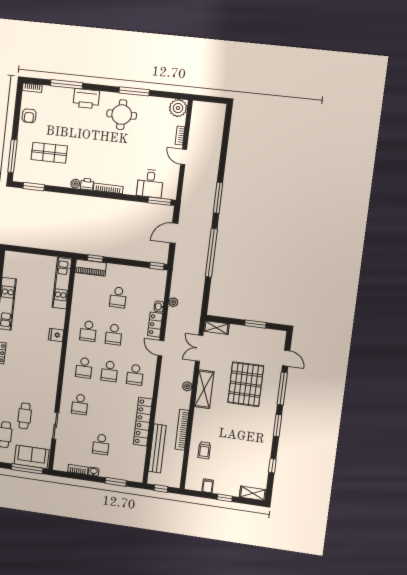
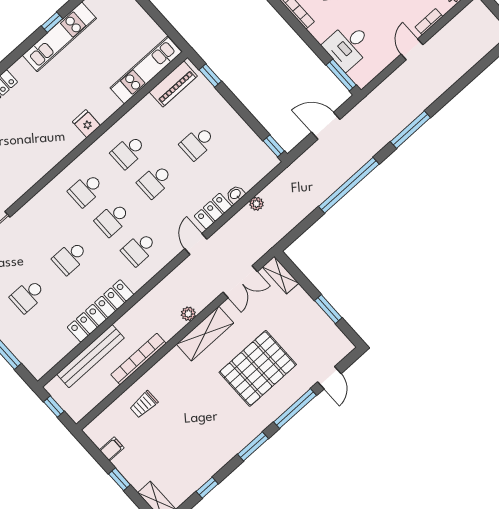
piano: (91, 268) -> (173, 84), moved, turned -90
double door: (199, 348) -> (240, 282), swing flipped
school desk: (80, 404) -> (70, 257), moved

